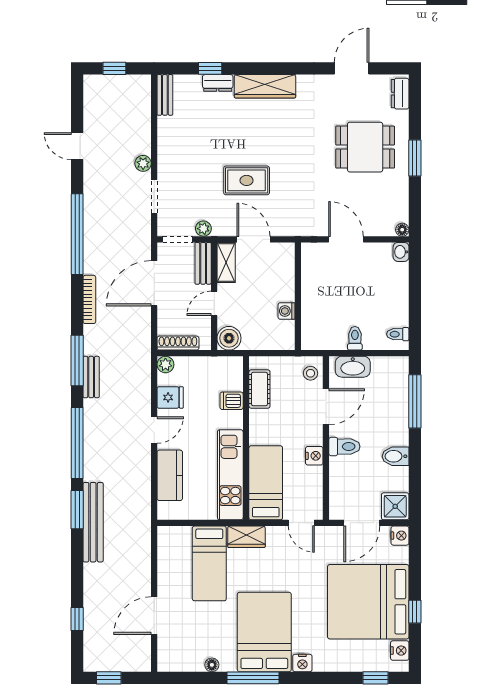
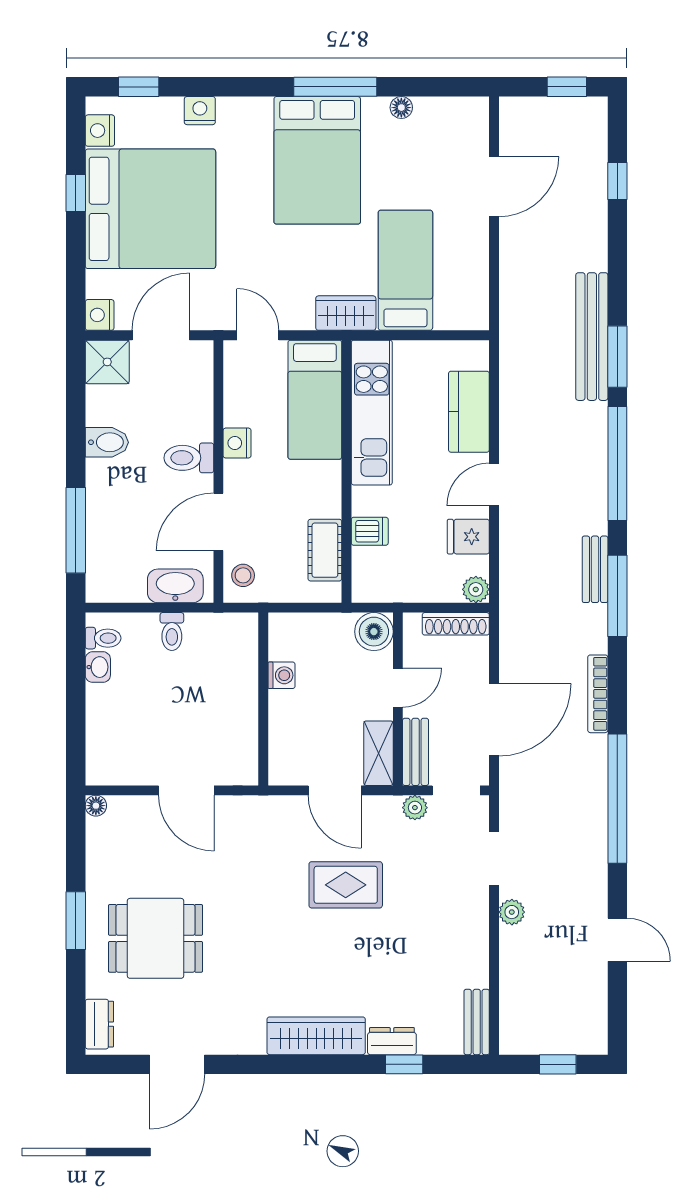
washbasin: (401, 252) -> (98, 667), moved
nightstand: (302, 663) -> (200, 111), moved

